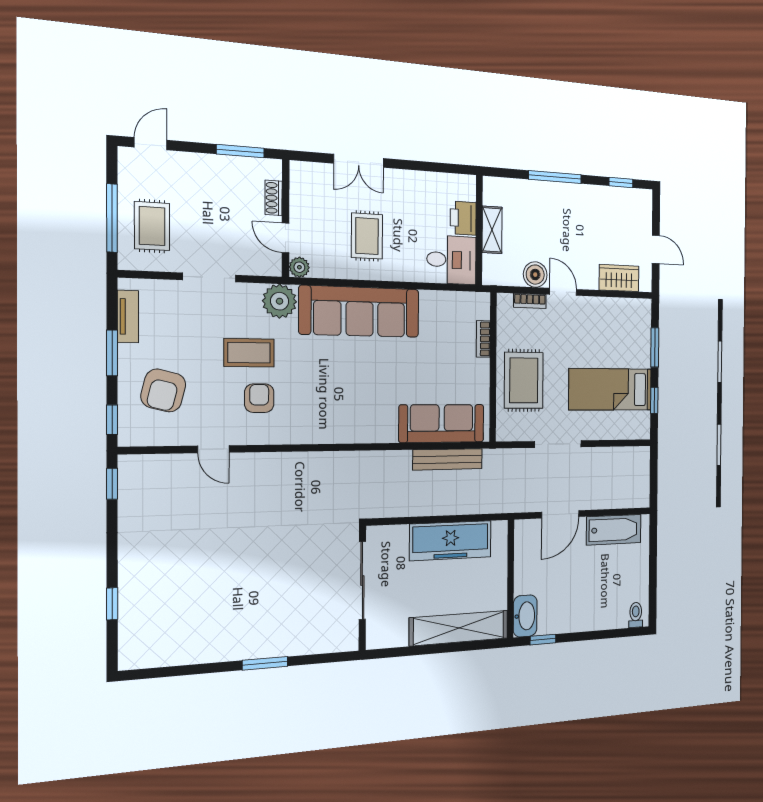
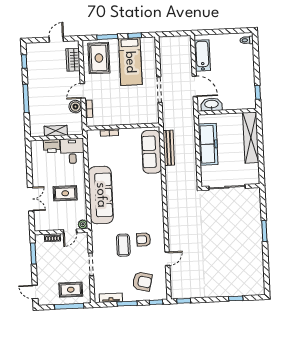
plant: (280, 301) -> (99, 233), removed
rug: (524, 380) -> (99, 58), moved, turned 90
washbasin: (525, 616) -> (212, 104), moved

